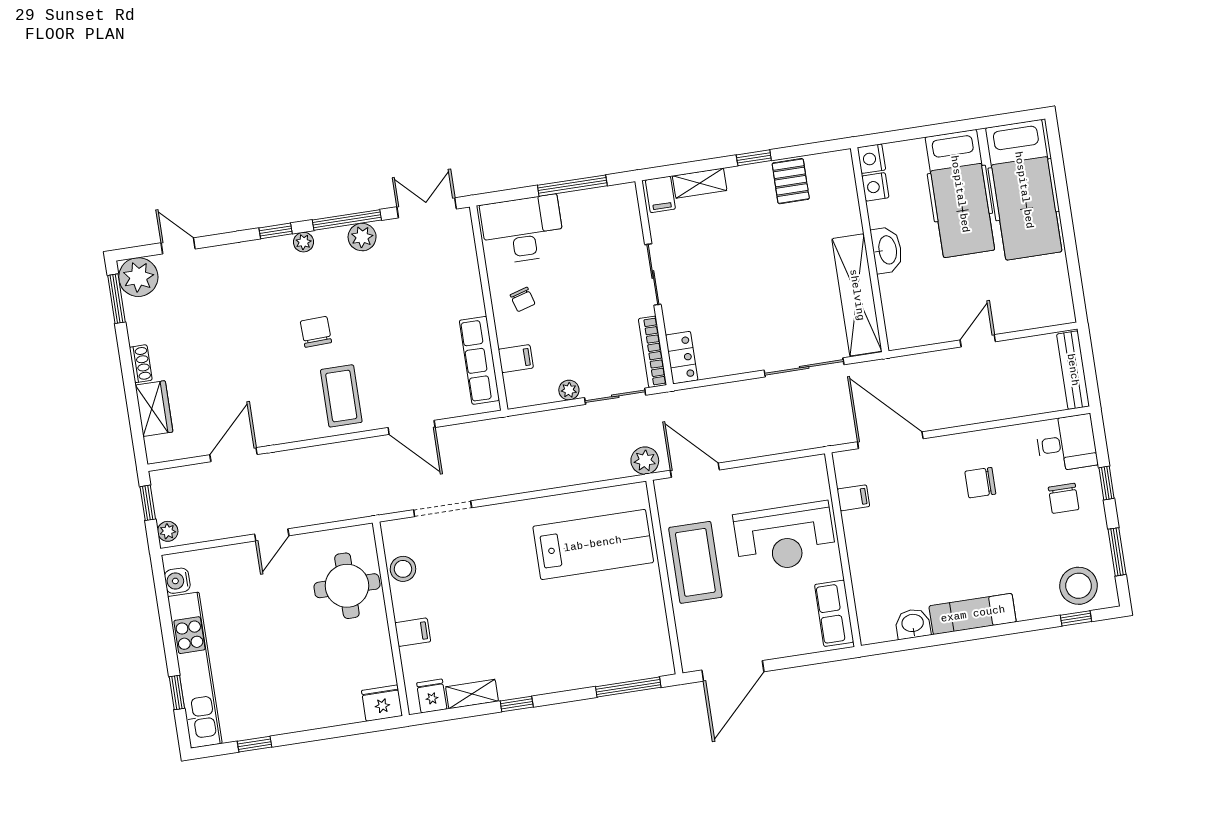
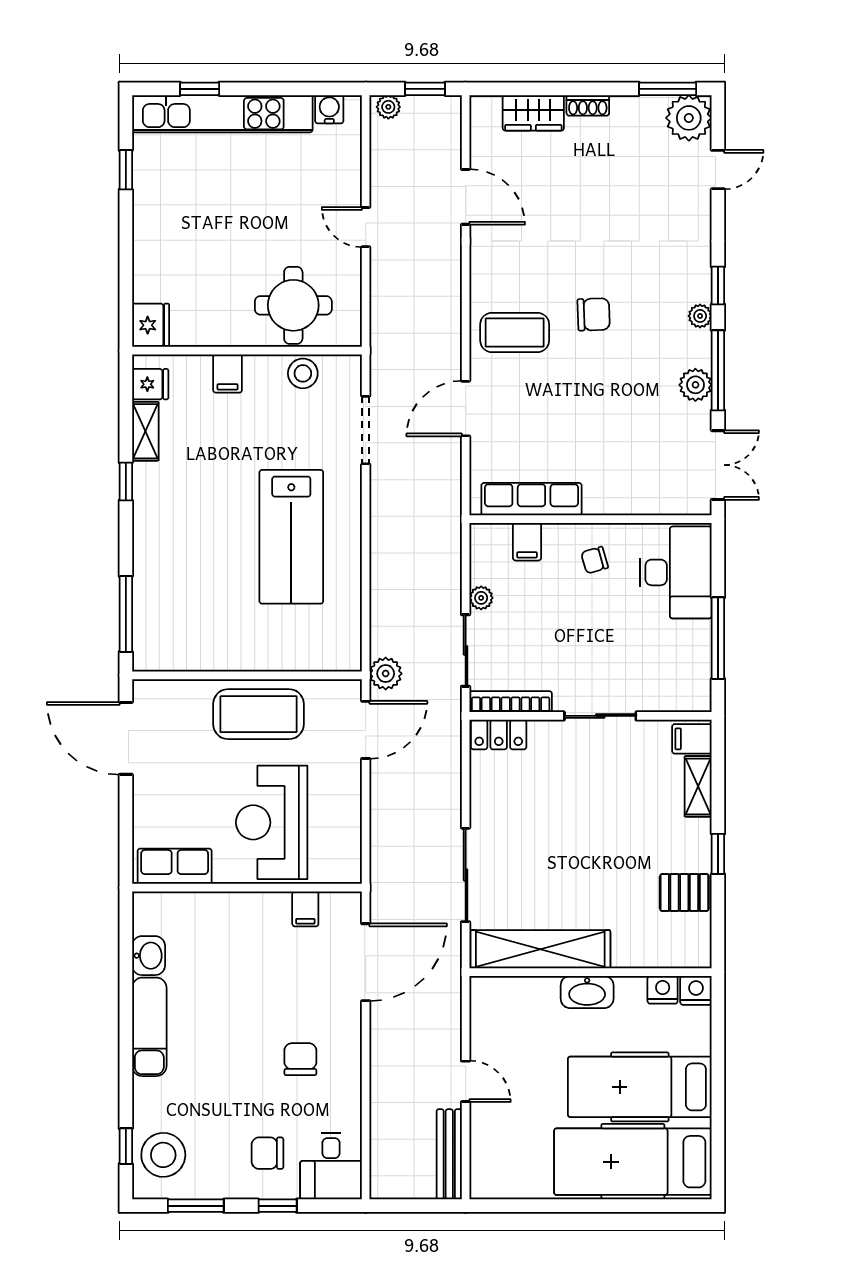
bench: (1073, 370) -> (449, 1154), moved, turned 90
lab bench: (593, 544) -> (291, 537), moved

